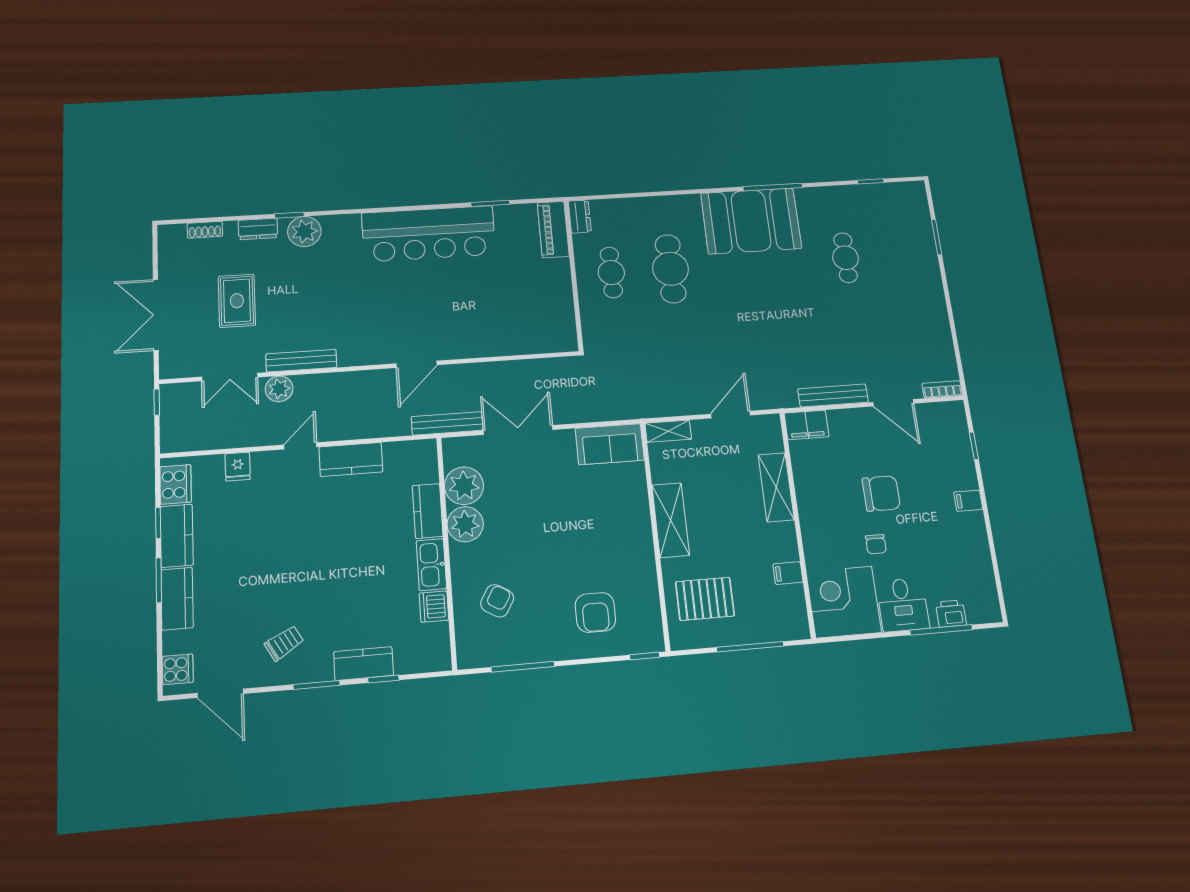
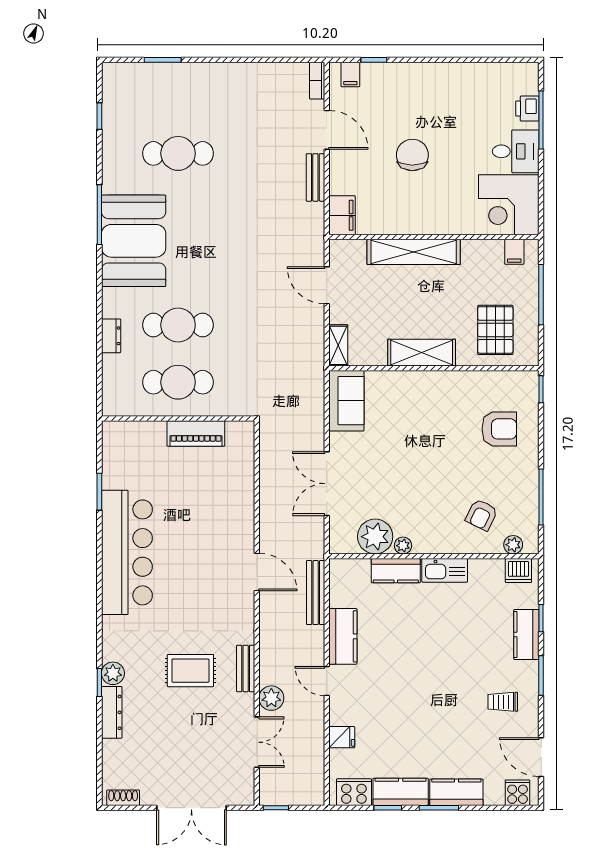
dresser: (580, 217) -> (111, 336), moved, turned 90
dresser: (258, 229) -> (112, 712), width x1.44
piano: (553, 229) -> (196, 434), moved
shoe rack: (205, 230) -> (123, 798), moved, turned -90
plant: (304, 231) -> (113, 673), width x0.73, depth x0.73
cafe table: (846, 258) -> (178, 153), width x1.37, depth x1.35
cafe table: (611, 272) -> (178, 382), width x1.37, depth x1.35
rug: (237, 301) -> (190, 671), moved
bench: (301, 361) -> (246, 668), width x0.73
bench: (833, 396) -> (315, 177), width x0.73
door: (893, 403) -> (327, 130), hinge flipped
bench: (447, 423) -> (316, 593), moved
shelving: (776, 487) -> (414, 252), width x1.47
filing cabinet: (968, 501) -> (350, 74), moved
plant: (465, 524) -> (403, 546), width x0.53, depth x0.53
chair: (876, 544) -> (459, 167), removed
filing cabinet: (788, 573) -> (514, 252), moved
armchair: (497, 601) -> (482, 515), turned -94
dishwasher: (434, 607) -> (518, 571), moved
plant: (466, 639) -> (513, 545), added
trolley: (284, 643) -> (503, 702), turned -60
door: (220, 693) -> (541, 757), swing flipped

